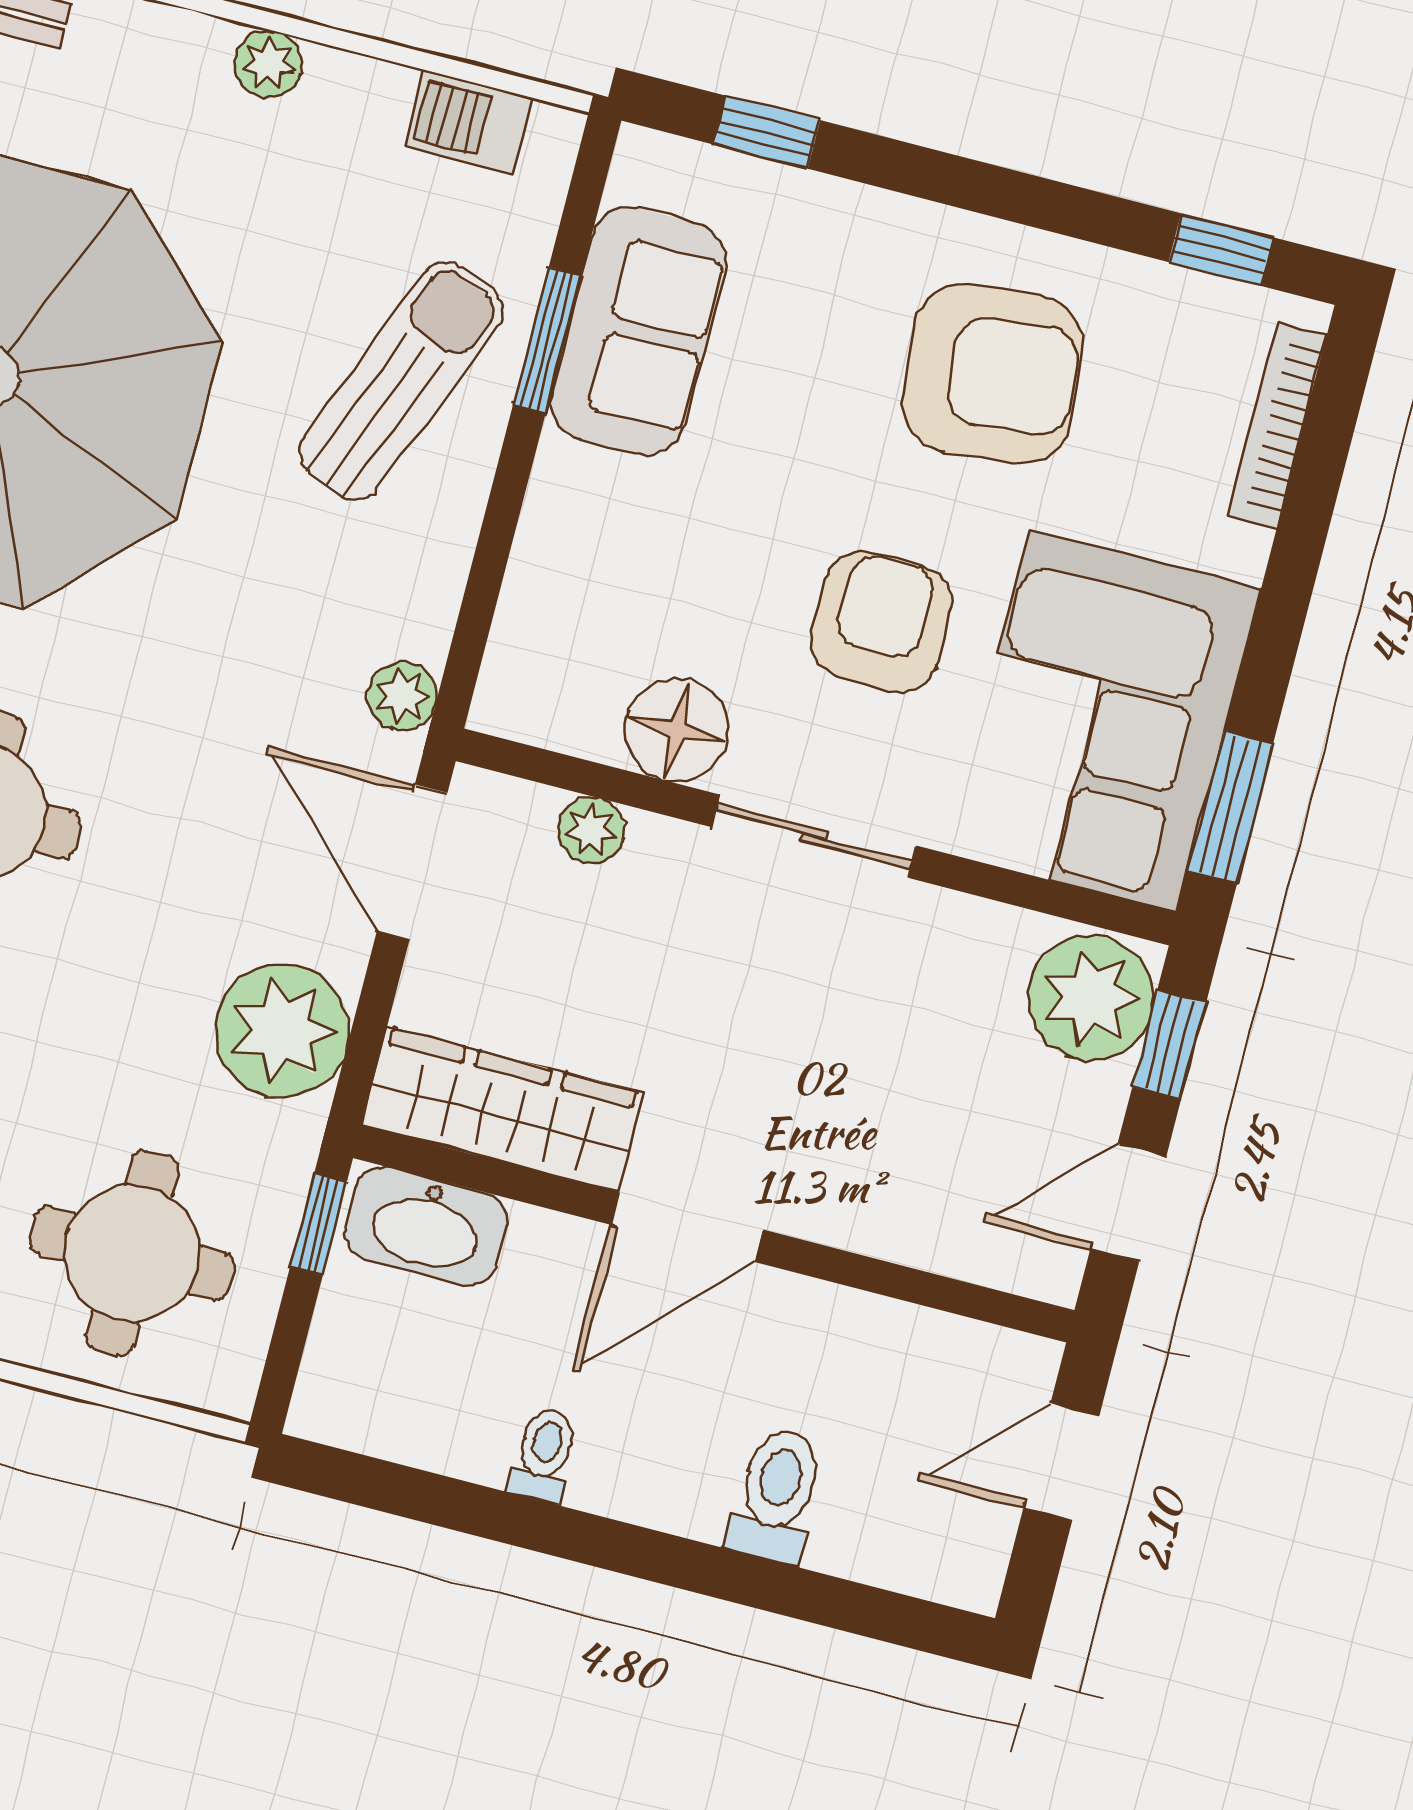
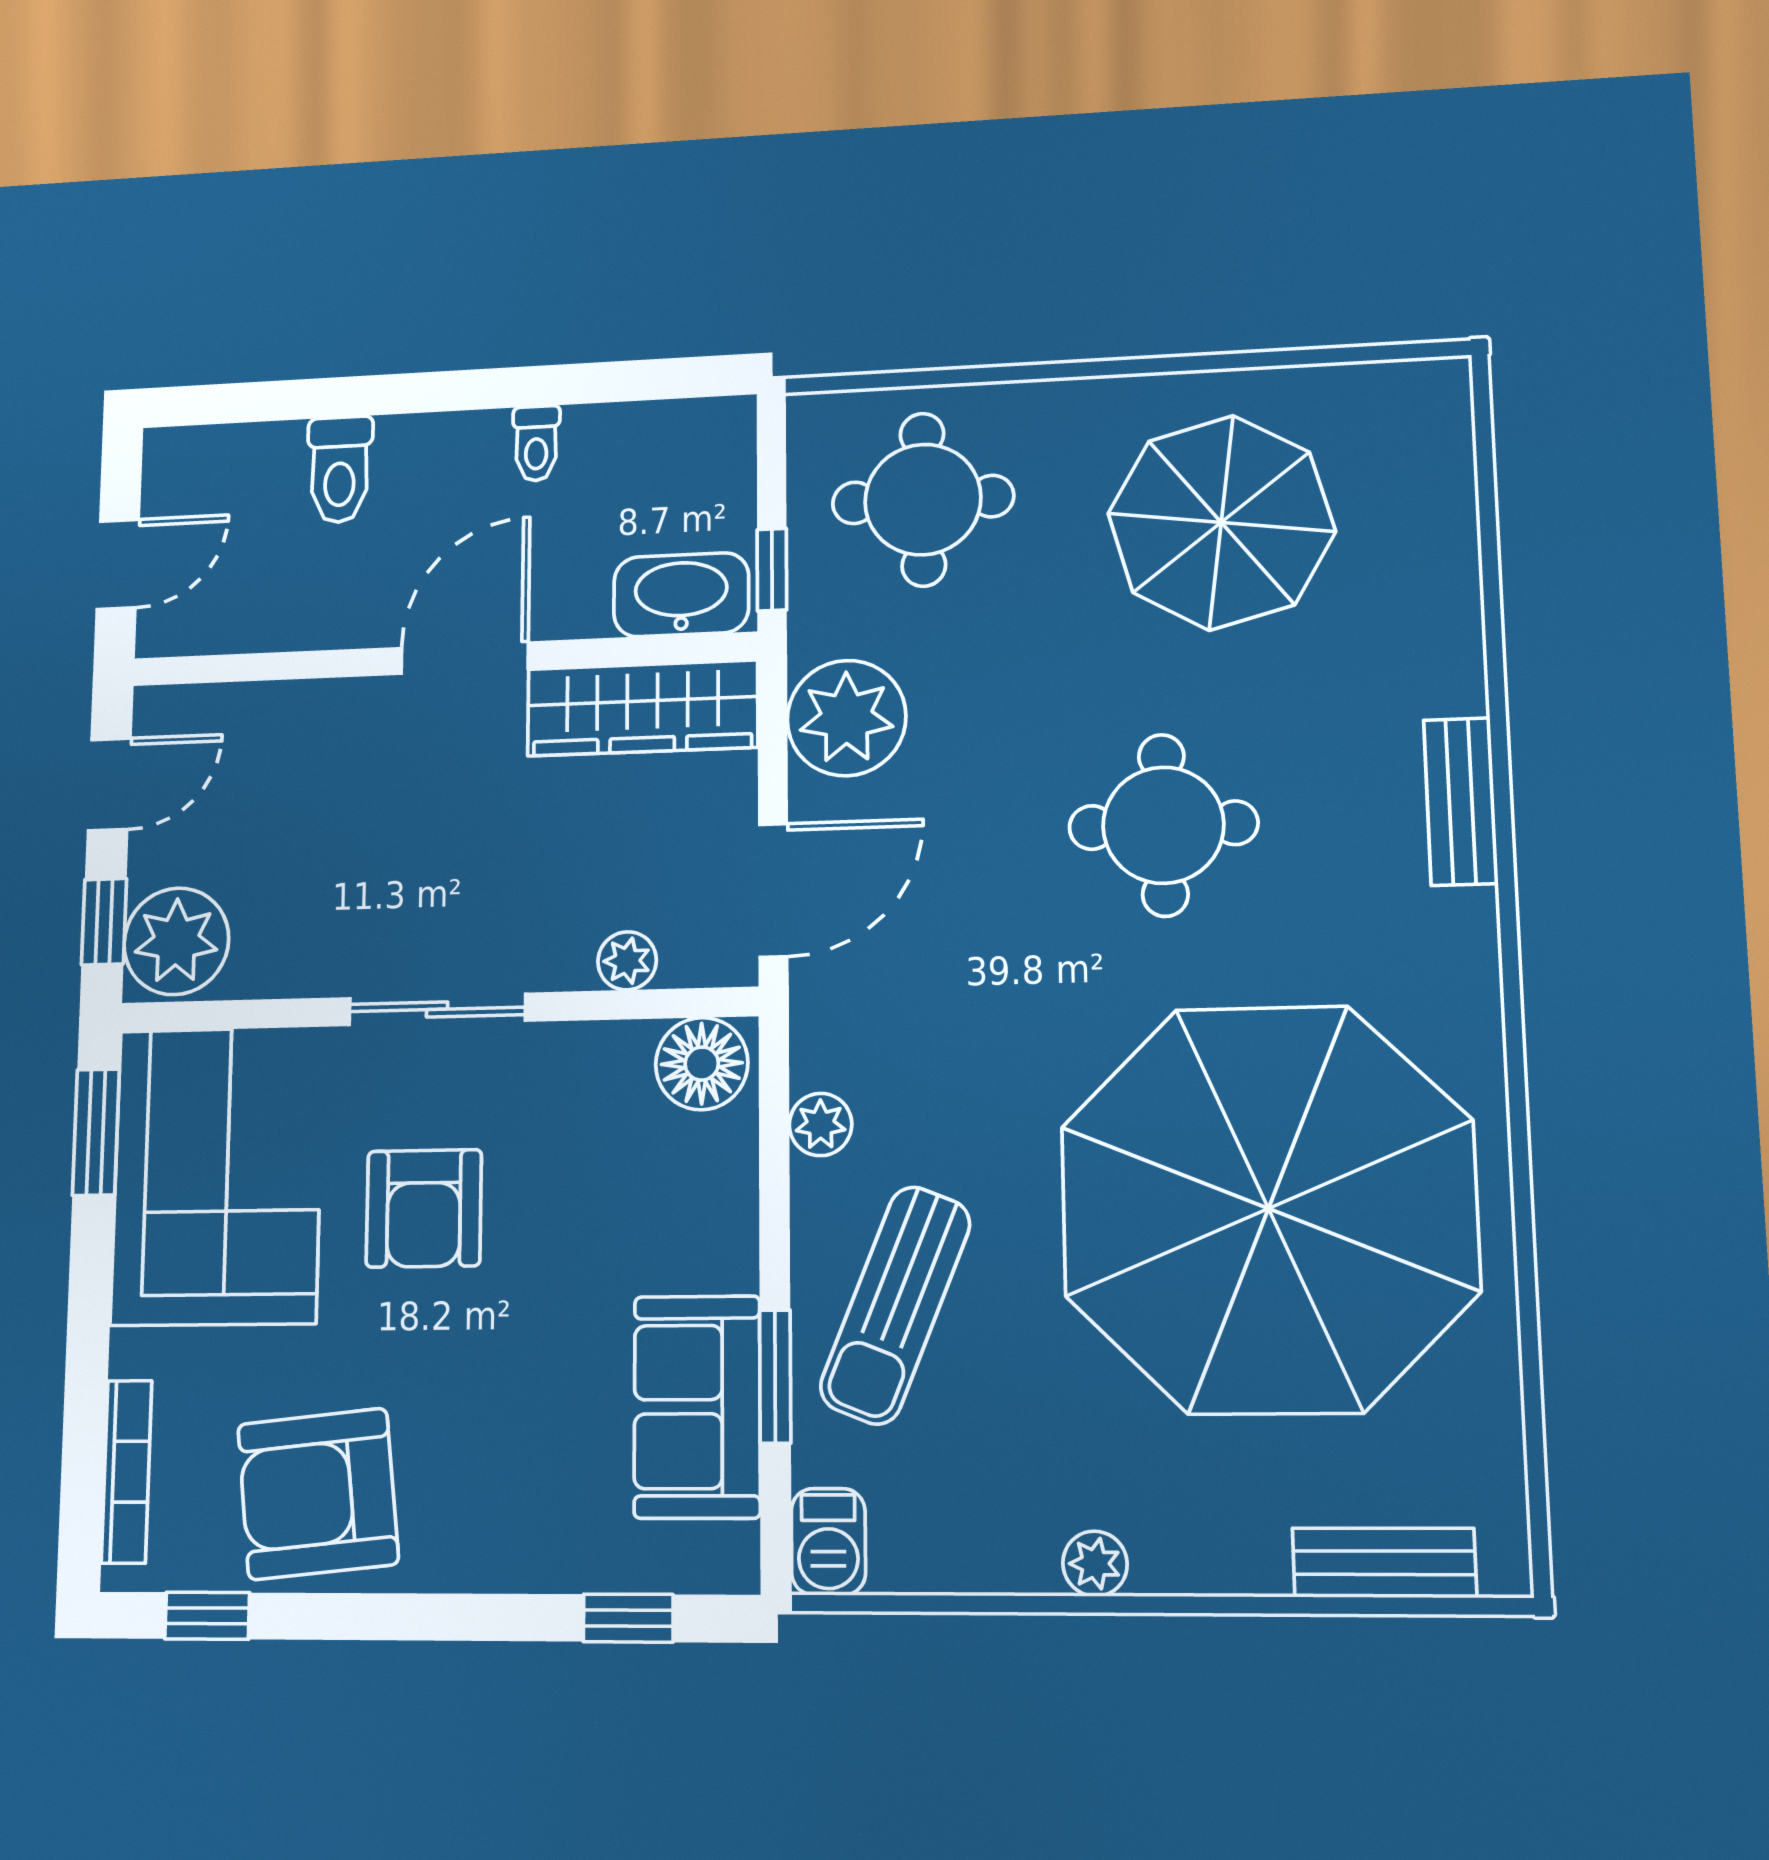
barbecue: (469, 122) -> (828, 1542), moved, turned 90
armchair: (992, 373) -> (318, 1494), moved
plant: (402, 696) -> (820, 1125), moved
floor lamp: (677, 730) -> (702, 1064), moved
door: (412, 862) -> (773, 890), hinge flipped

